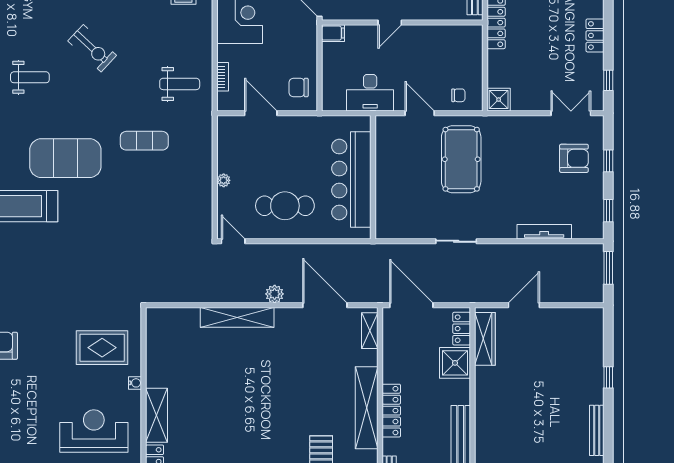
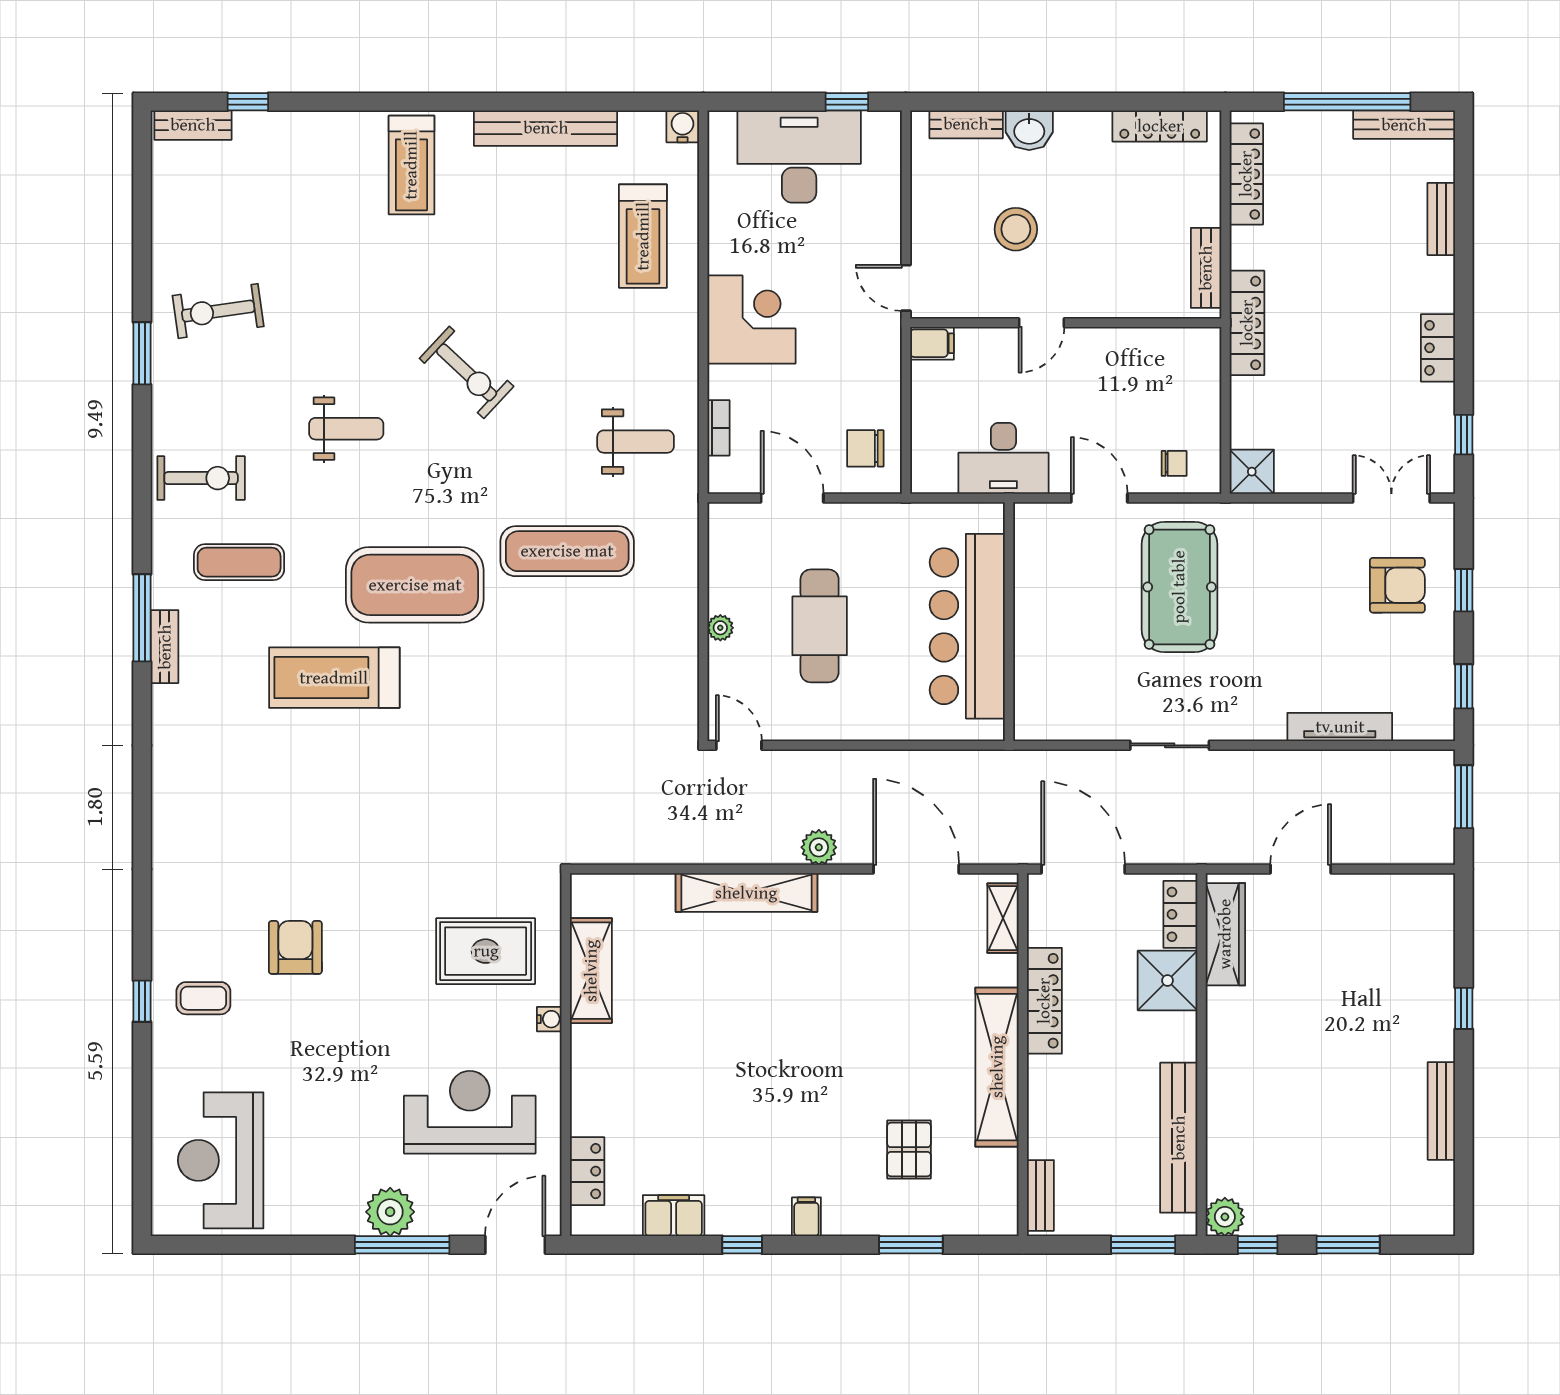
exercise mat: (144, 141) -> (567, 551), width x1.36, depth x1.45
cafe table: (285, 206) -> (820, 626), moved, turned 90
locker: (391, 411) -> (1044, 1001), moved
shelving: (157, 415) -> (591, 971), moved

